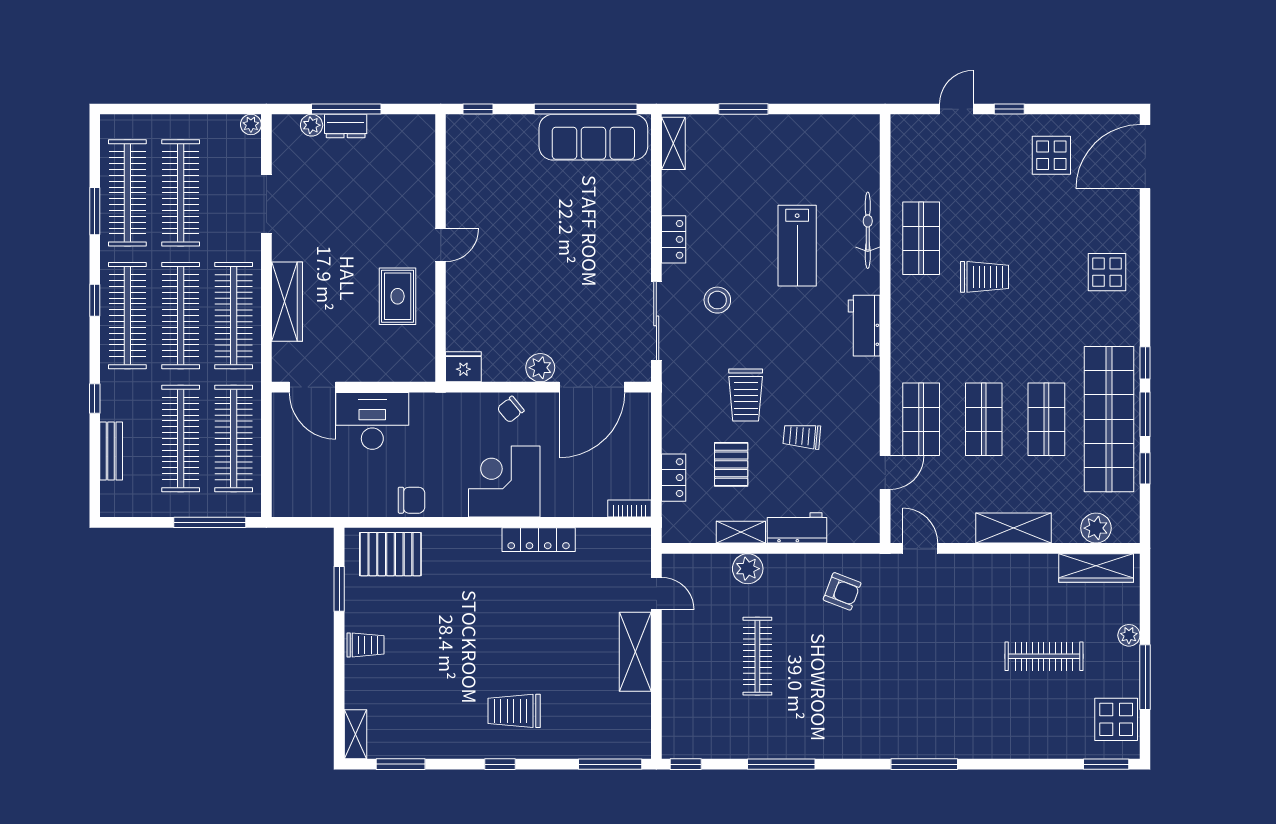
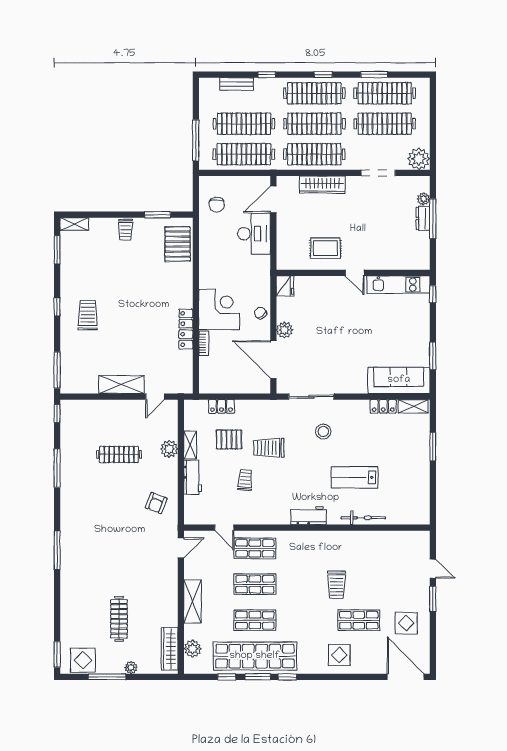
window: (586, 109) -> (433, 356), width x0.47
window: (1009, 109) -> (433, 599), width x1.50
plant: (251, 124) -> (419, 159), width x1.87, depth x1.87
sofa: (593, 137) -> (399, 380), moved, turned 90
kitchen unit: (461, 169) -> (398, 285), added
shop shelf: (921, 238) -> (359, 620), moved
locker: (674, 239) -> (383, 406), moved
chair: (411, 500) -> (217, 205), moved
bookcase: (630, 509) -> (204, 343), moved

